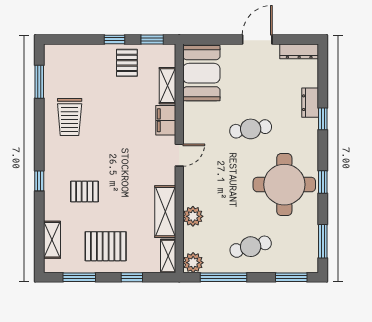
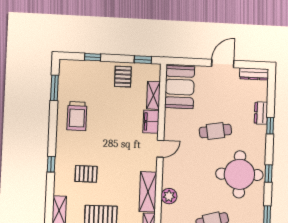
window: (114, 39) -> (93, 57), moved

